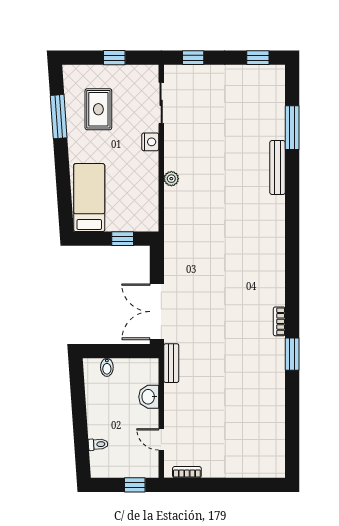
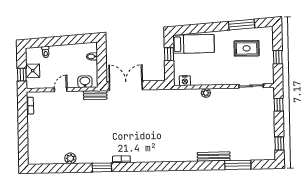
nightstand: (150, 142) -> (185, 81), moved
window: (123, 239) -> (169, 54), moved
washbasin: (149, 397) -> (85, 82), moved
plant: (276, 406) -> (70, 158), added
door: (161, 439) -> (61, 90), moved
shower: (129, 466) -> (33, 71), added

